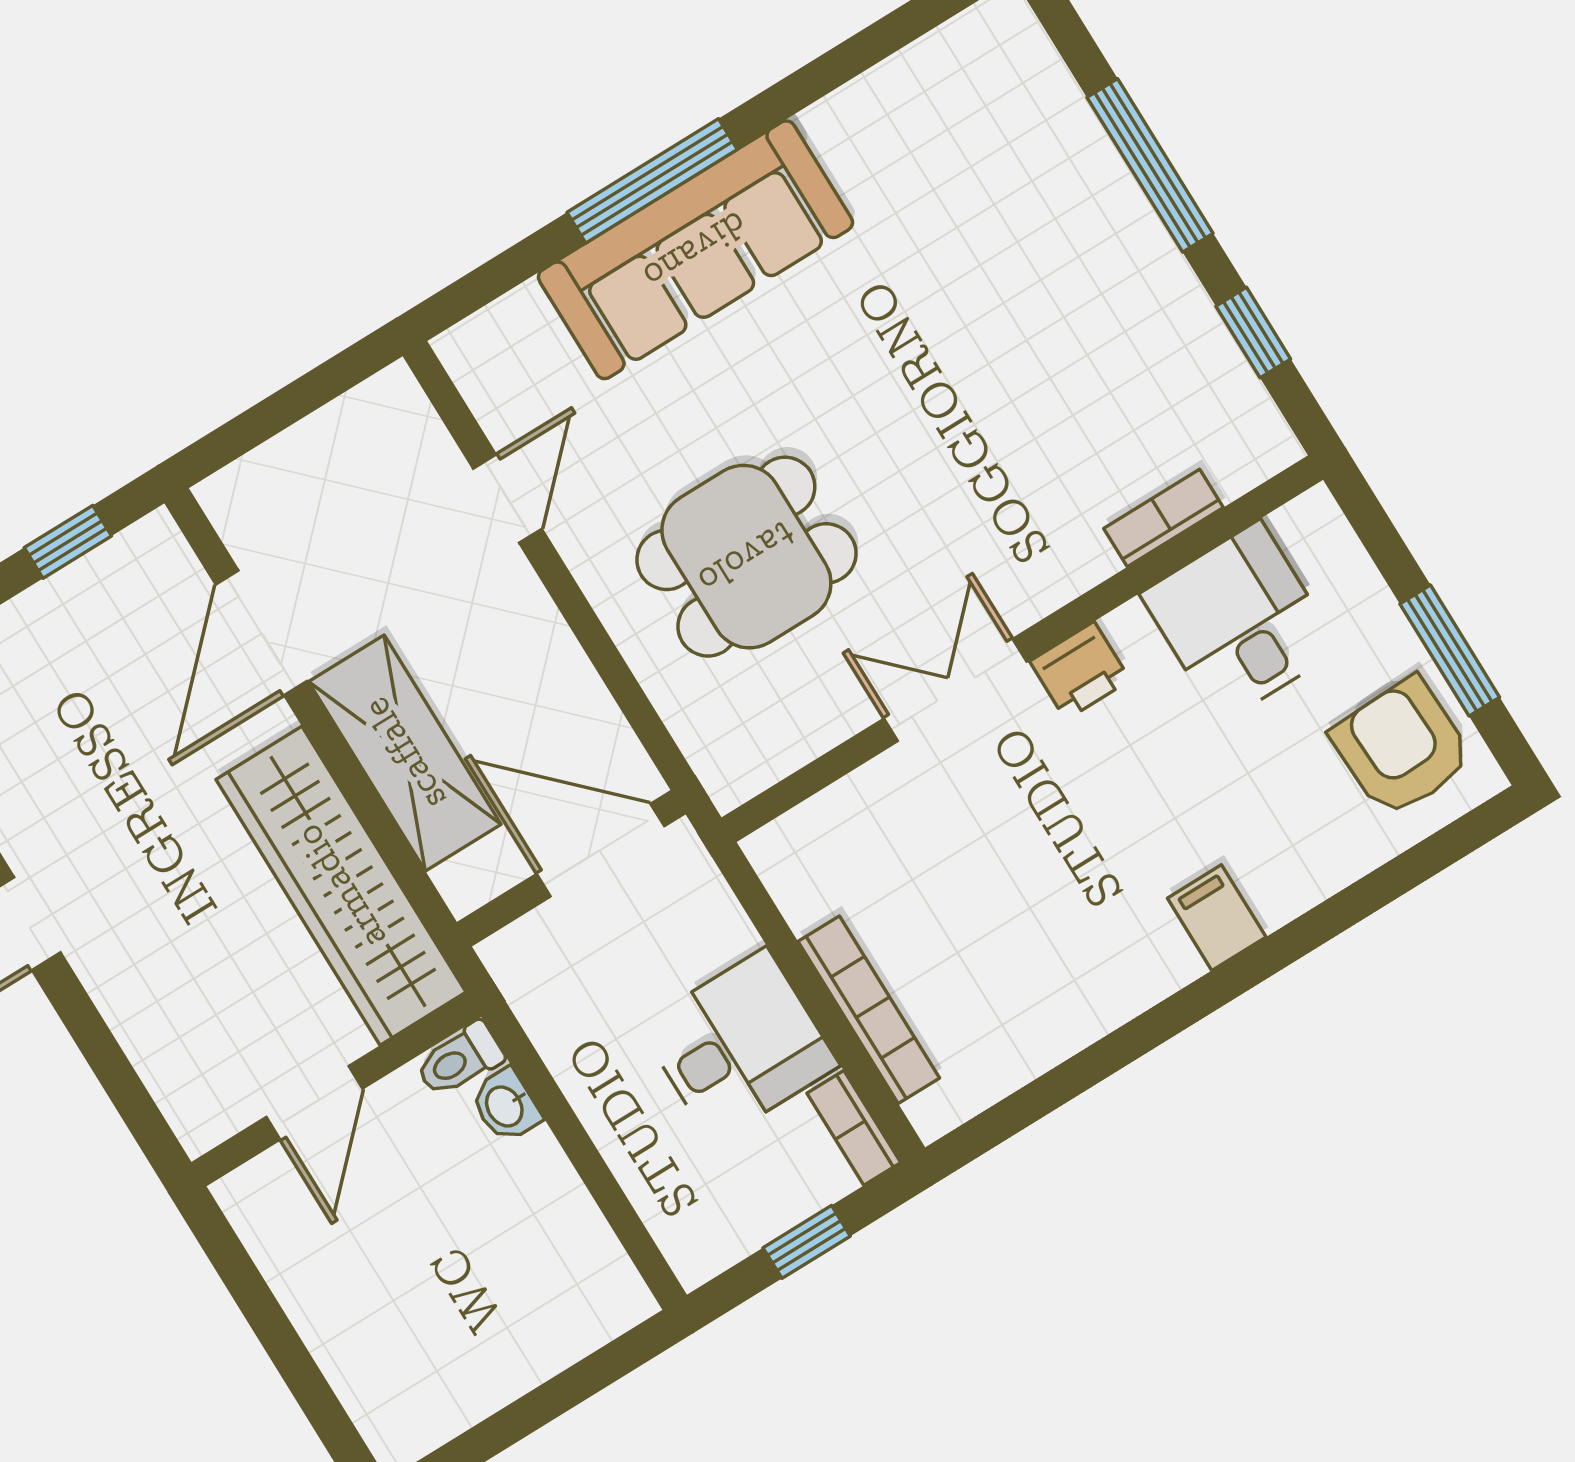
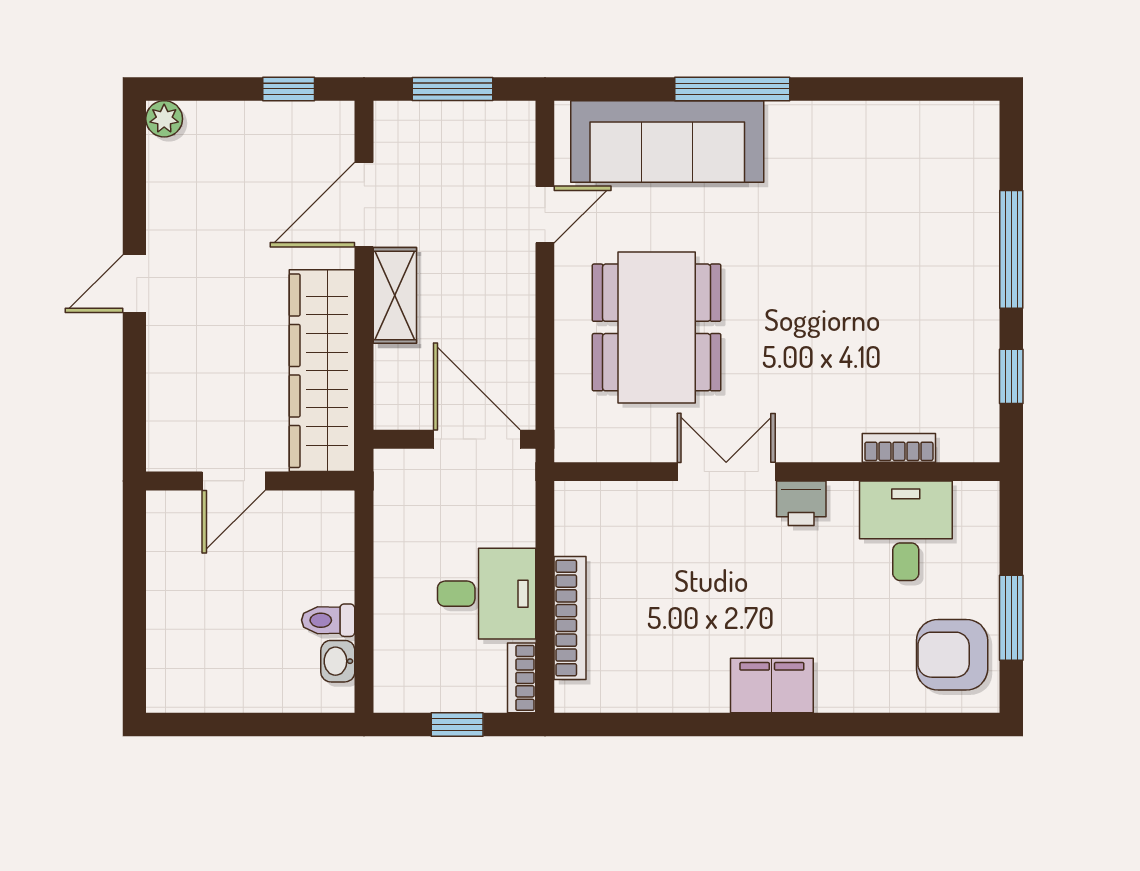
sofa: (695, 250) -> (667, 142), moved
window: (283, 409) -> (452, 89), added
dining table: (746, 557) -> (657, 327), width x1.38
armchair: (1402, 747) -> (952, 655), turned -88
shelving: (405, 753) -> (395, 295), width x0.67, depth x0.75
filing cabinet: (1217, 918) -> (772, 686), width x2.00
toilet: (460, 1060) -> (328, 620), moved
washbasin: (506, 1106) -> (338, 661), moved

